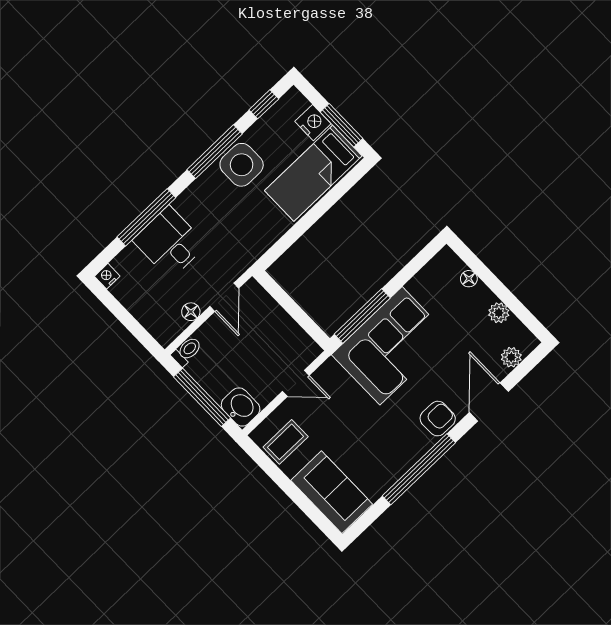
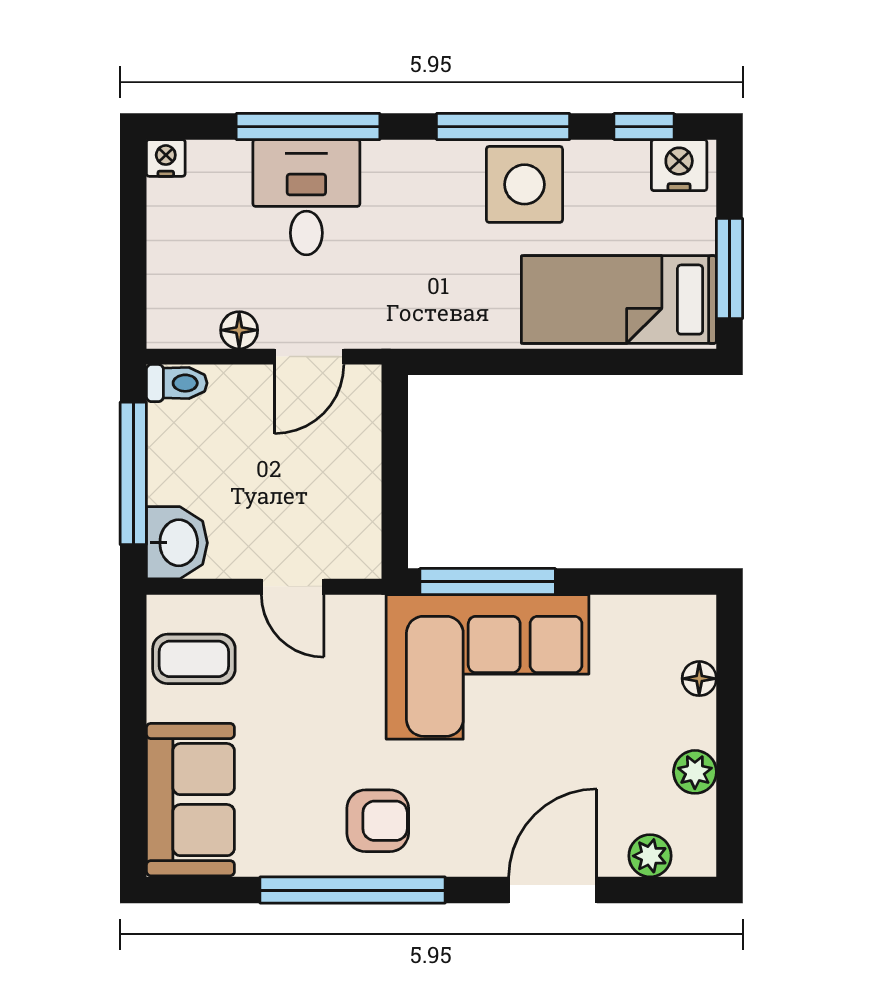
nightstand: (313, 123) -> (679, 165), moved, turned -90
armchair: (438, 419) -> (378, 821), moved

